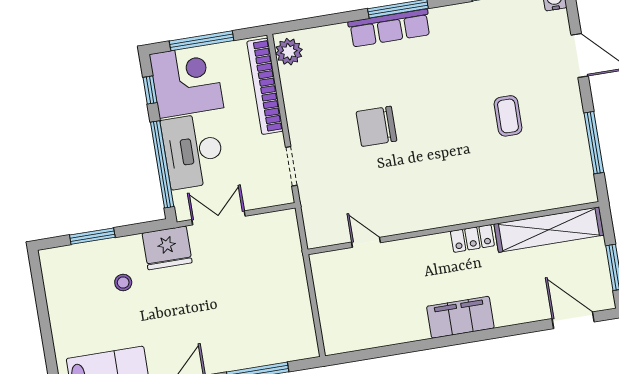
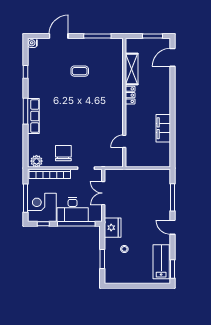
chair: (376, 126) -> (63, 153), moved, turned 180
double door: (218, 218) -> (103, 193), moved
shelving: (549, 230) -> (132, 69), width x0.68
filing cabinet: (460, 317) -> (163, 128), moved

